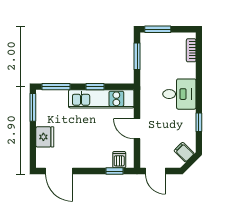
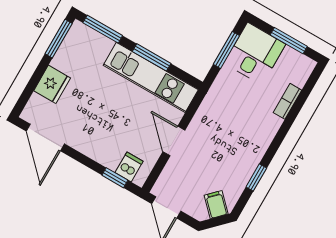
window: (158, 29) -> (289, 41), moved
bookcase: (191, 50) -> (288, 101), moved
window: (95, 87) -> (152, 57), width x1.50
desk: (179, 94) -> (255, 54), moved, turned -90

